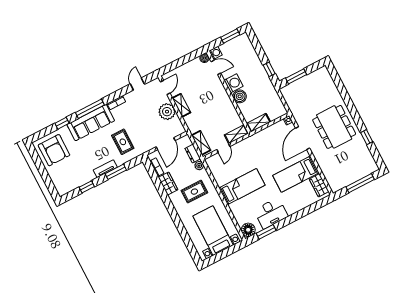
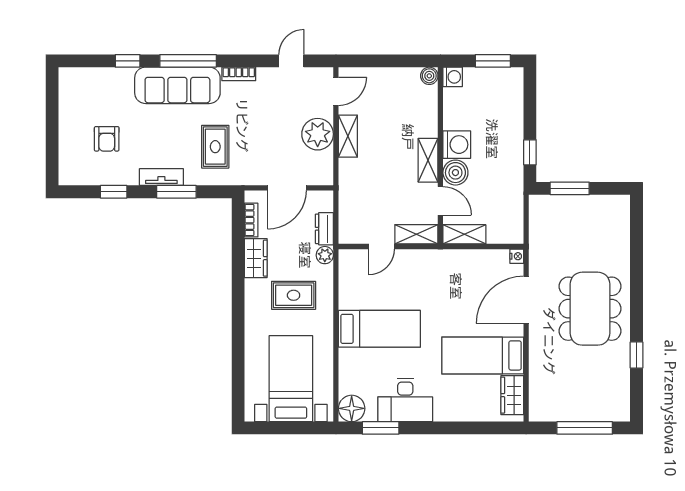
door: (216, 67) -> (440, 201), moved
shelving: (201, 143) -> (428, 160), moved
armchair: (54, 150) -> (107, 139), moved, width x0.53, depth x0.53

